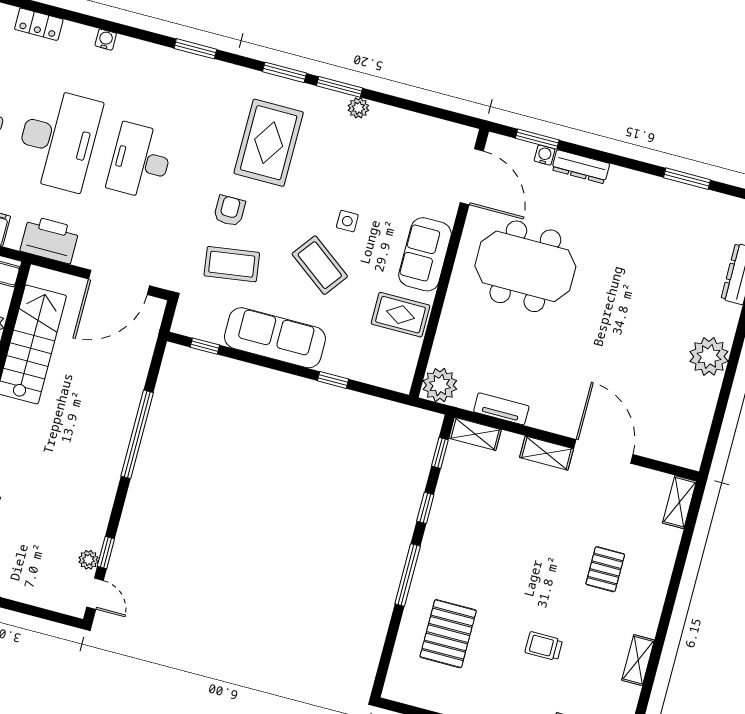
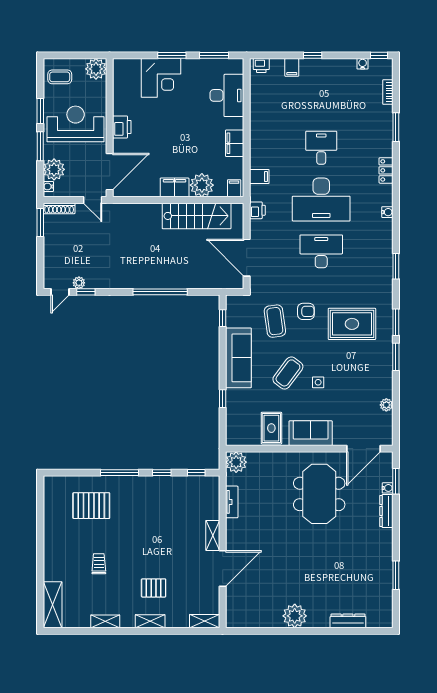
plant: (358, 108) -> (386, 405), moved
printer: (50, 240) -> (257, 210), width x0.53, depth x0.68
shelving: (475, 434) -> (150, 621), moved, turned 90

